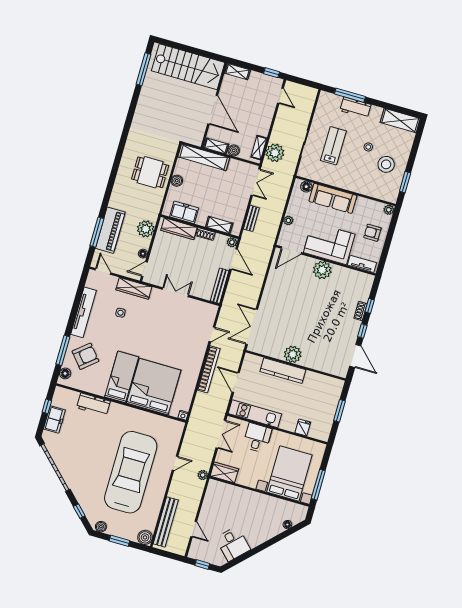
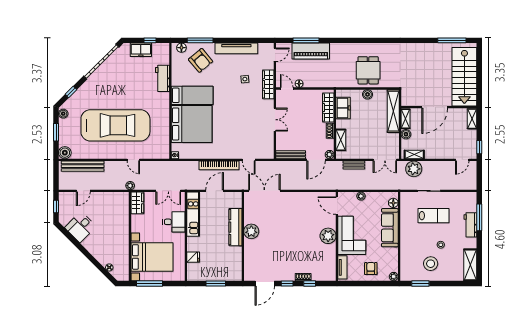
plant: (146, 229) -> (320, 80), removed

